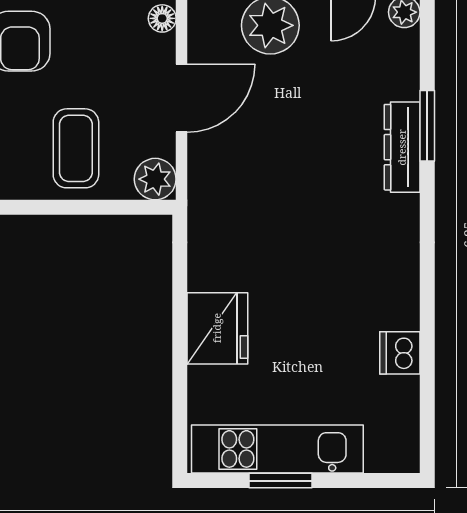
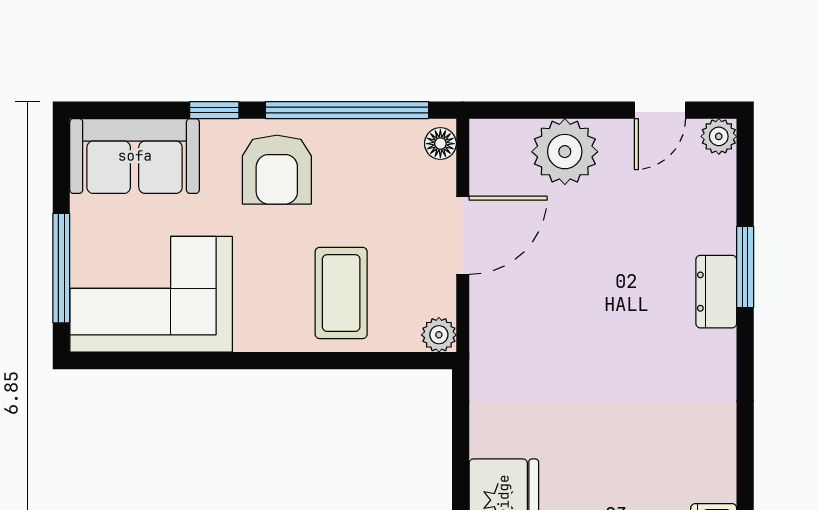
dresser: (402, 147) -> (716, 292), width x0.70
plant: (155, 179) -> (439, 335), width x0.73, depth x0.73

